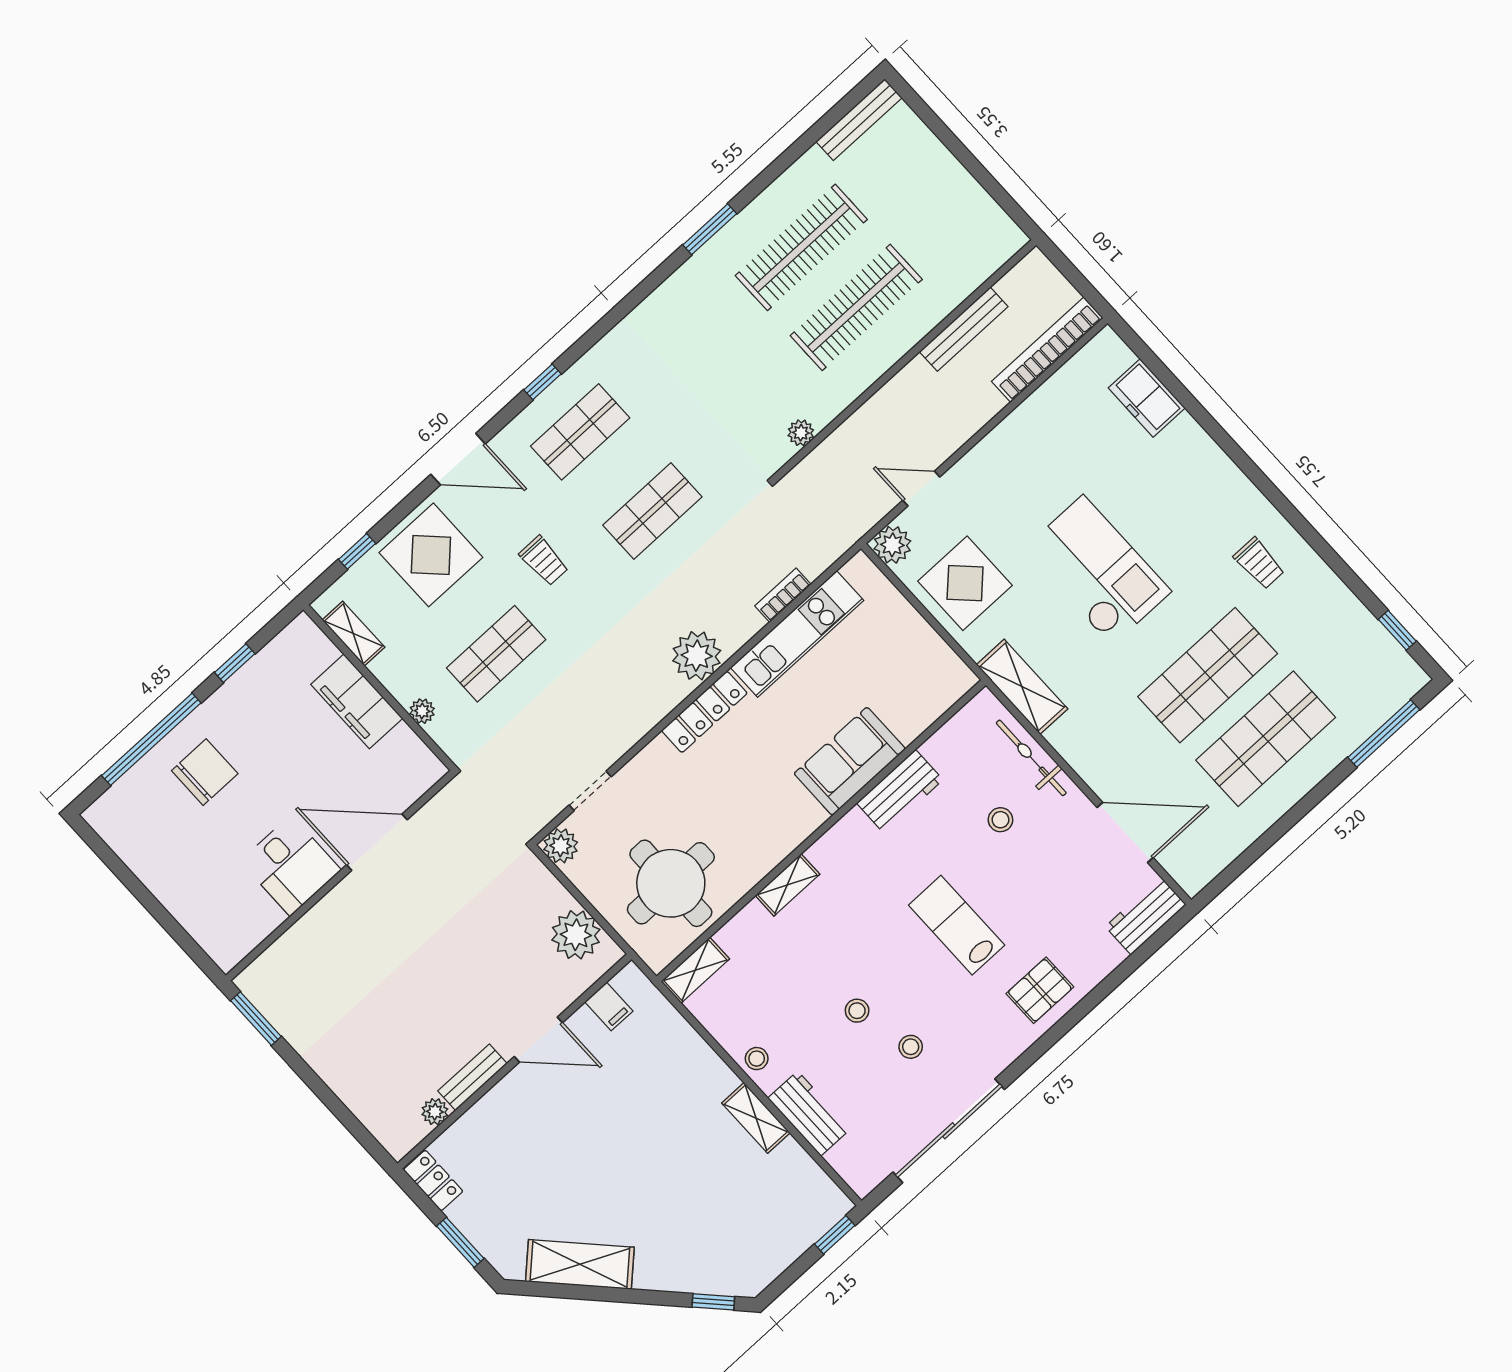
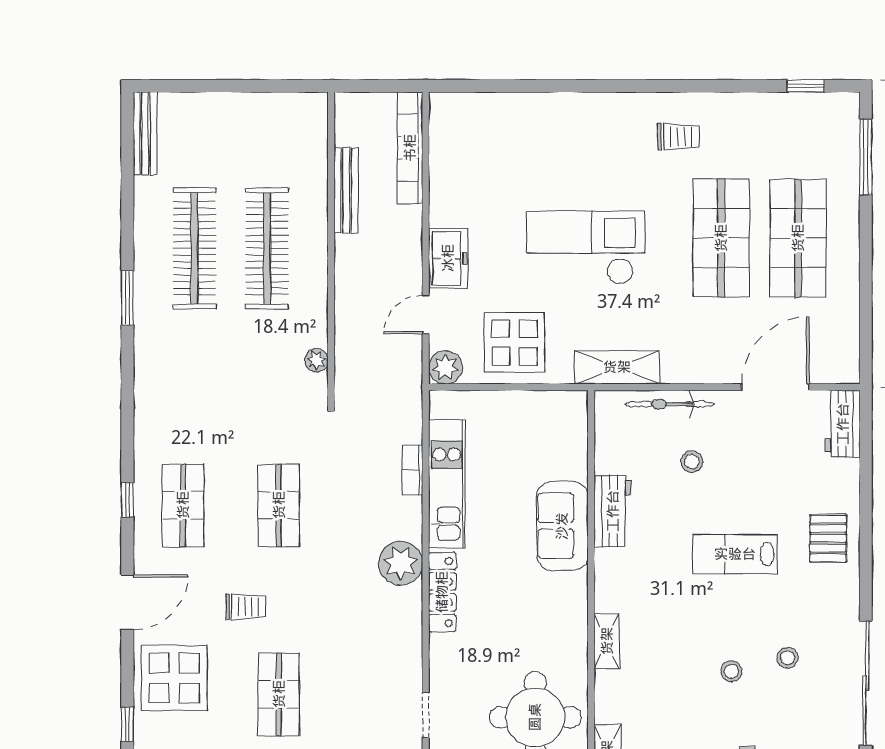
freezer: (1147, 398) -> (448, 258), moved, turned -90

